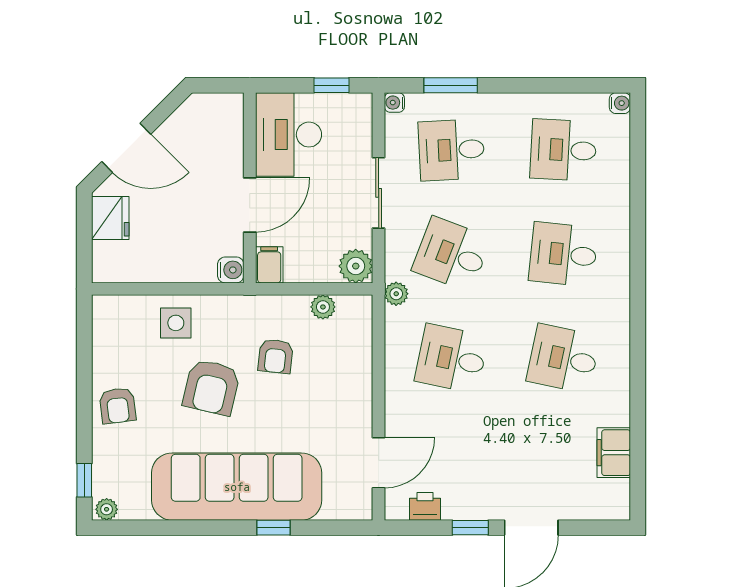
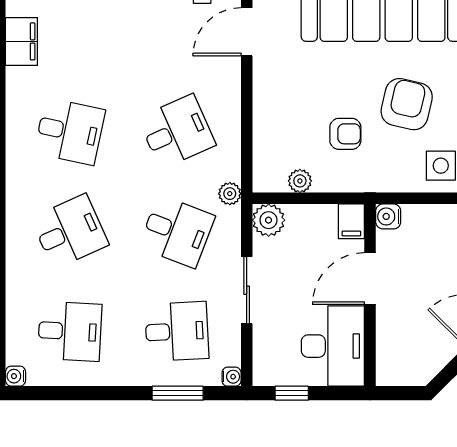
desk: (563, 254) -> (70, 231), turned -30
armchair: (275, 356) -> (345, 134), turned 84
desk: (452, 359) -> (177, 131), turned -36

